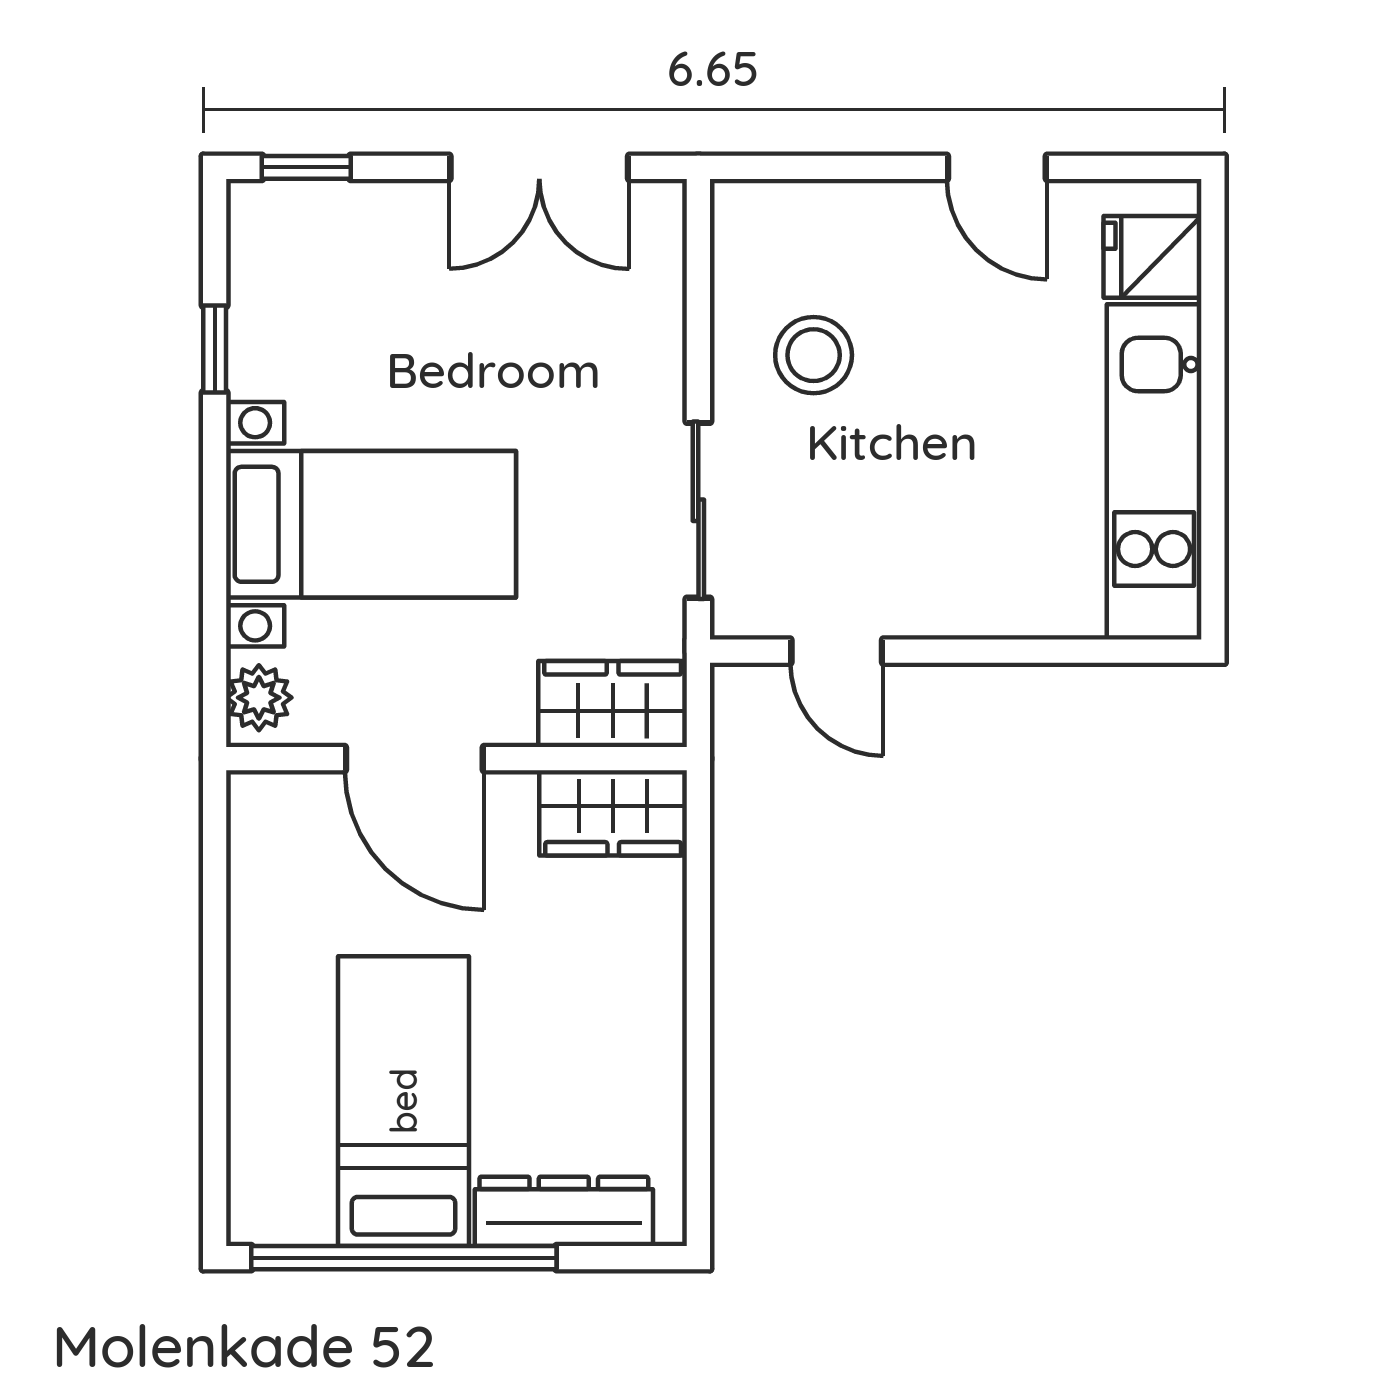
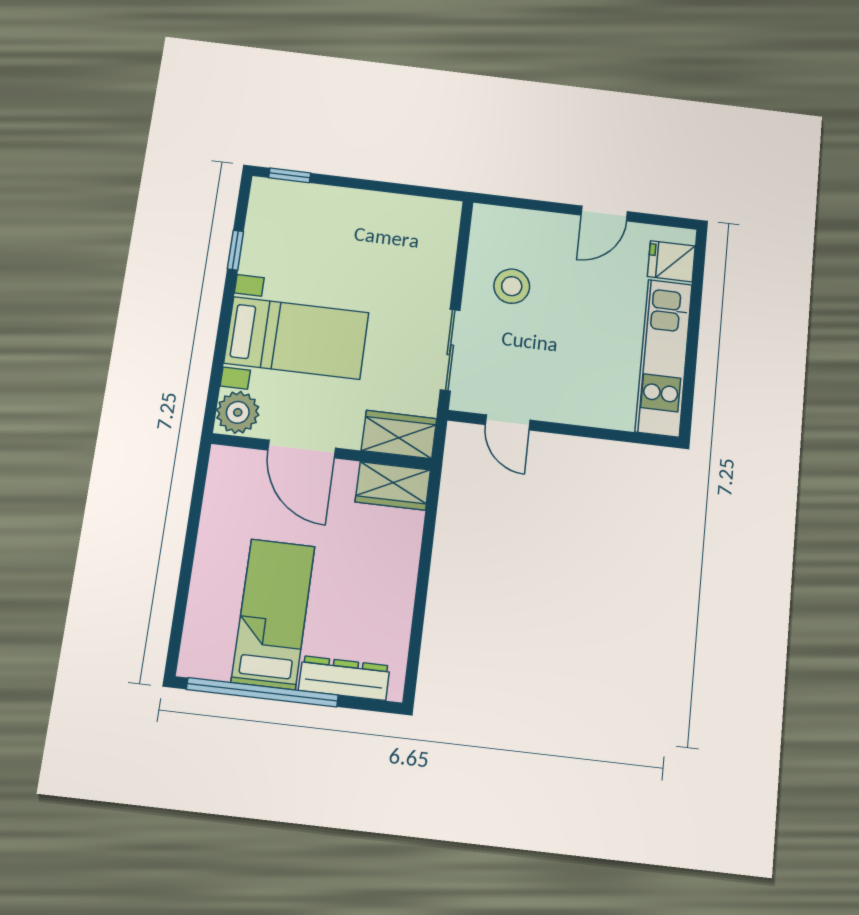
double door: (539, 167) -> (396, 188), removed
door: (997, 167) -> (604, 213), hinge flipped
plant: (259, 698) -> (238, 412), width x1.38, depth x1.38

